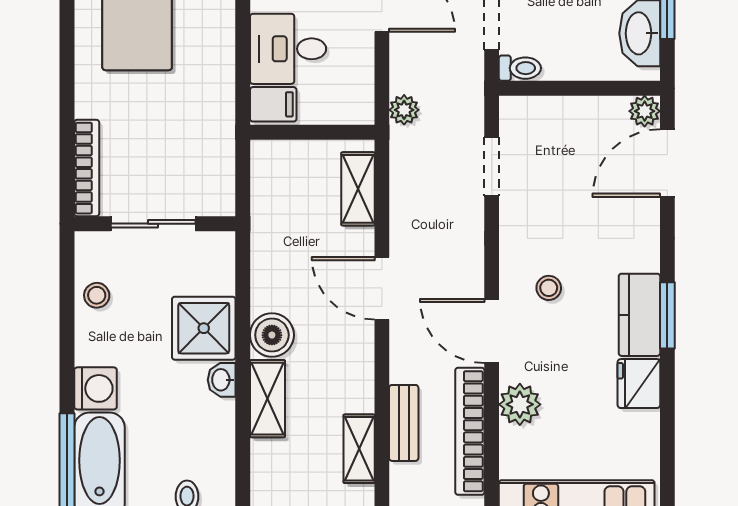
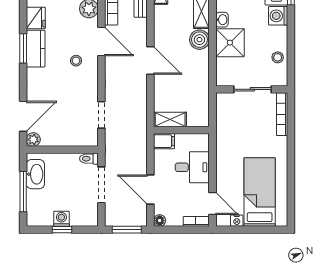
filing cabinet: (273, 104) -> (164, 141), moved, turned 180
plant: (404, 110) -> (141, 140), removed
shelving: (358, 189) -> (170, 119), moved, turned 90

